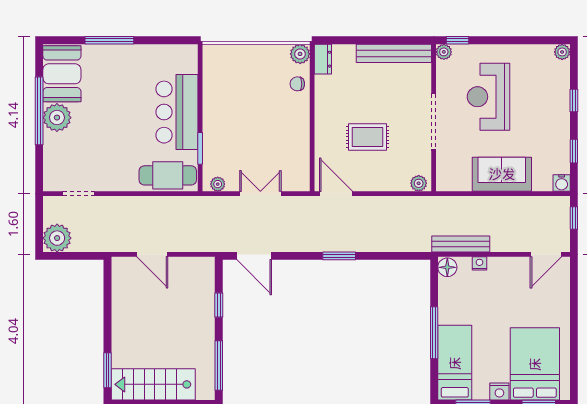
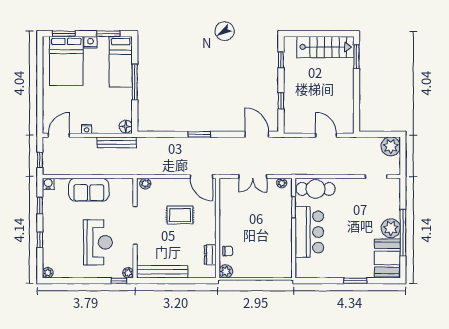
window: (109, 40) -> (355, 281), width x0.69
dresser: (323, 59) -> (210, 255), moved
nightstand: (479, 263) -> (87, 129), moved
window: (219, 365) -> (281, 60), width x0.46

